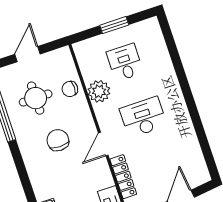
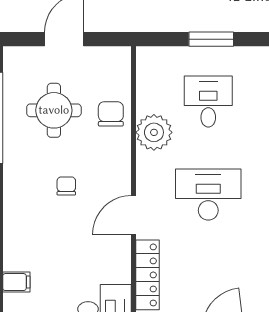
chair: (70, 89) -> (111, 114), turned 90
chair: (58, 140) -> (66, 186), width x0.54, depth x0.54

